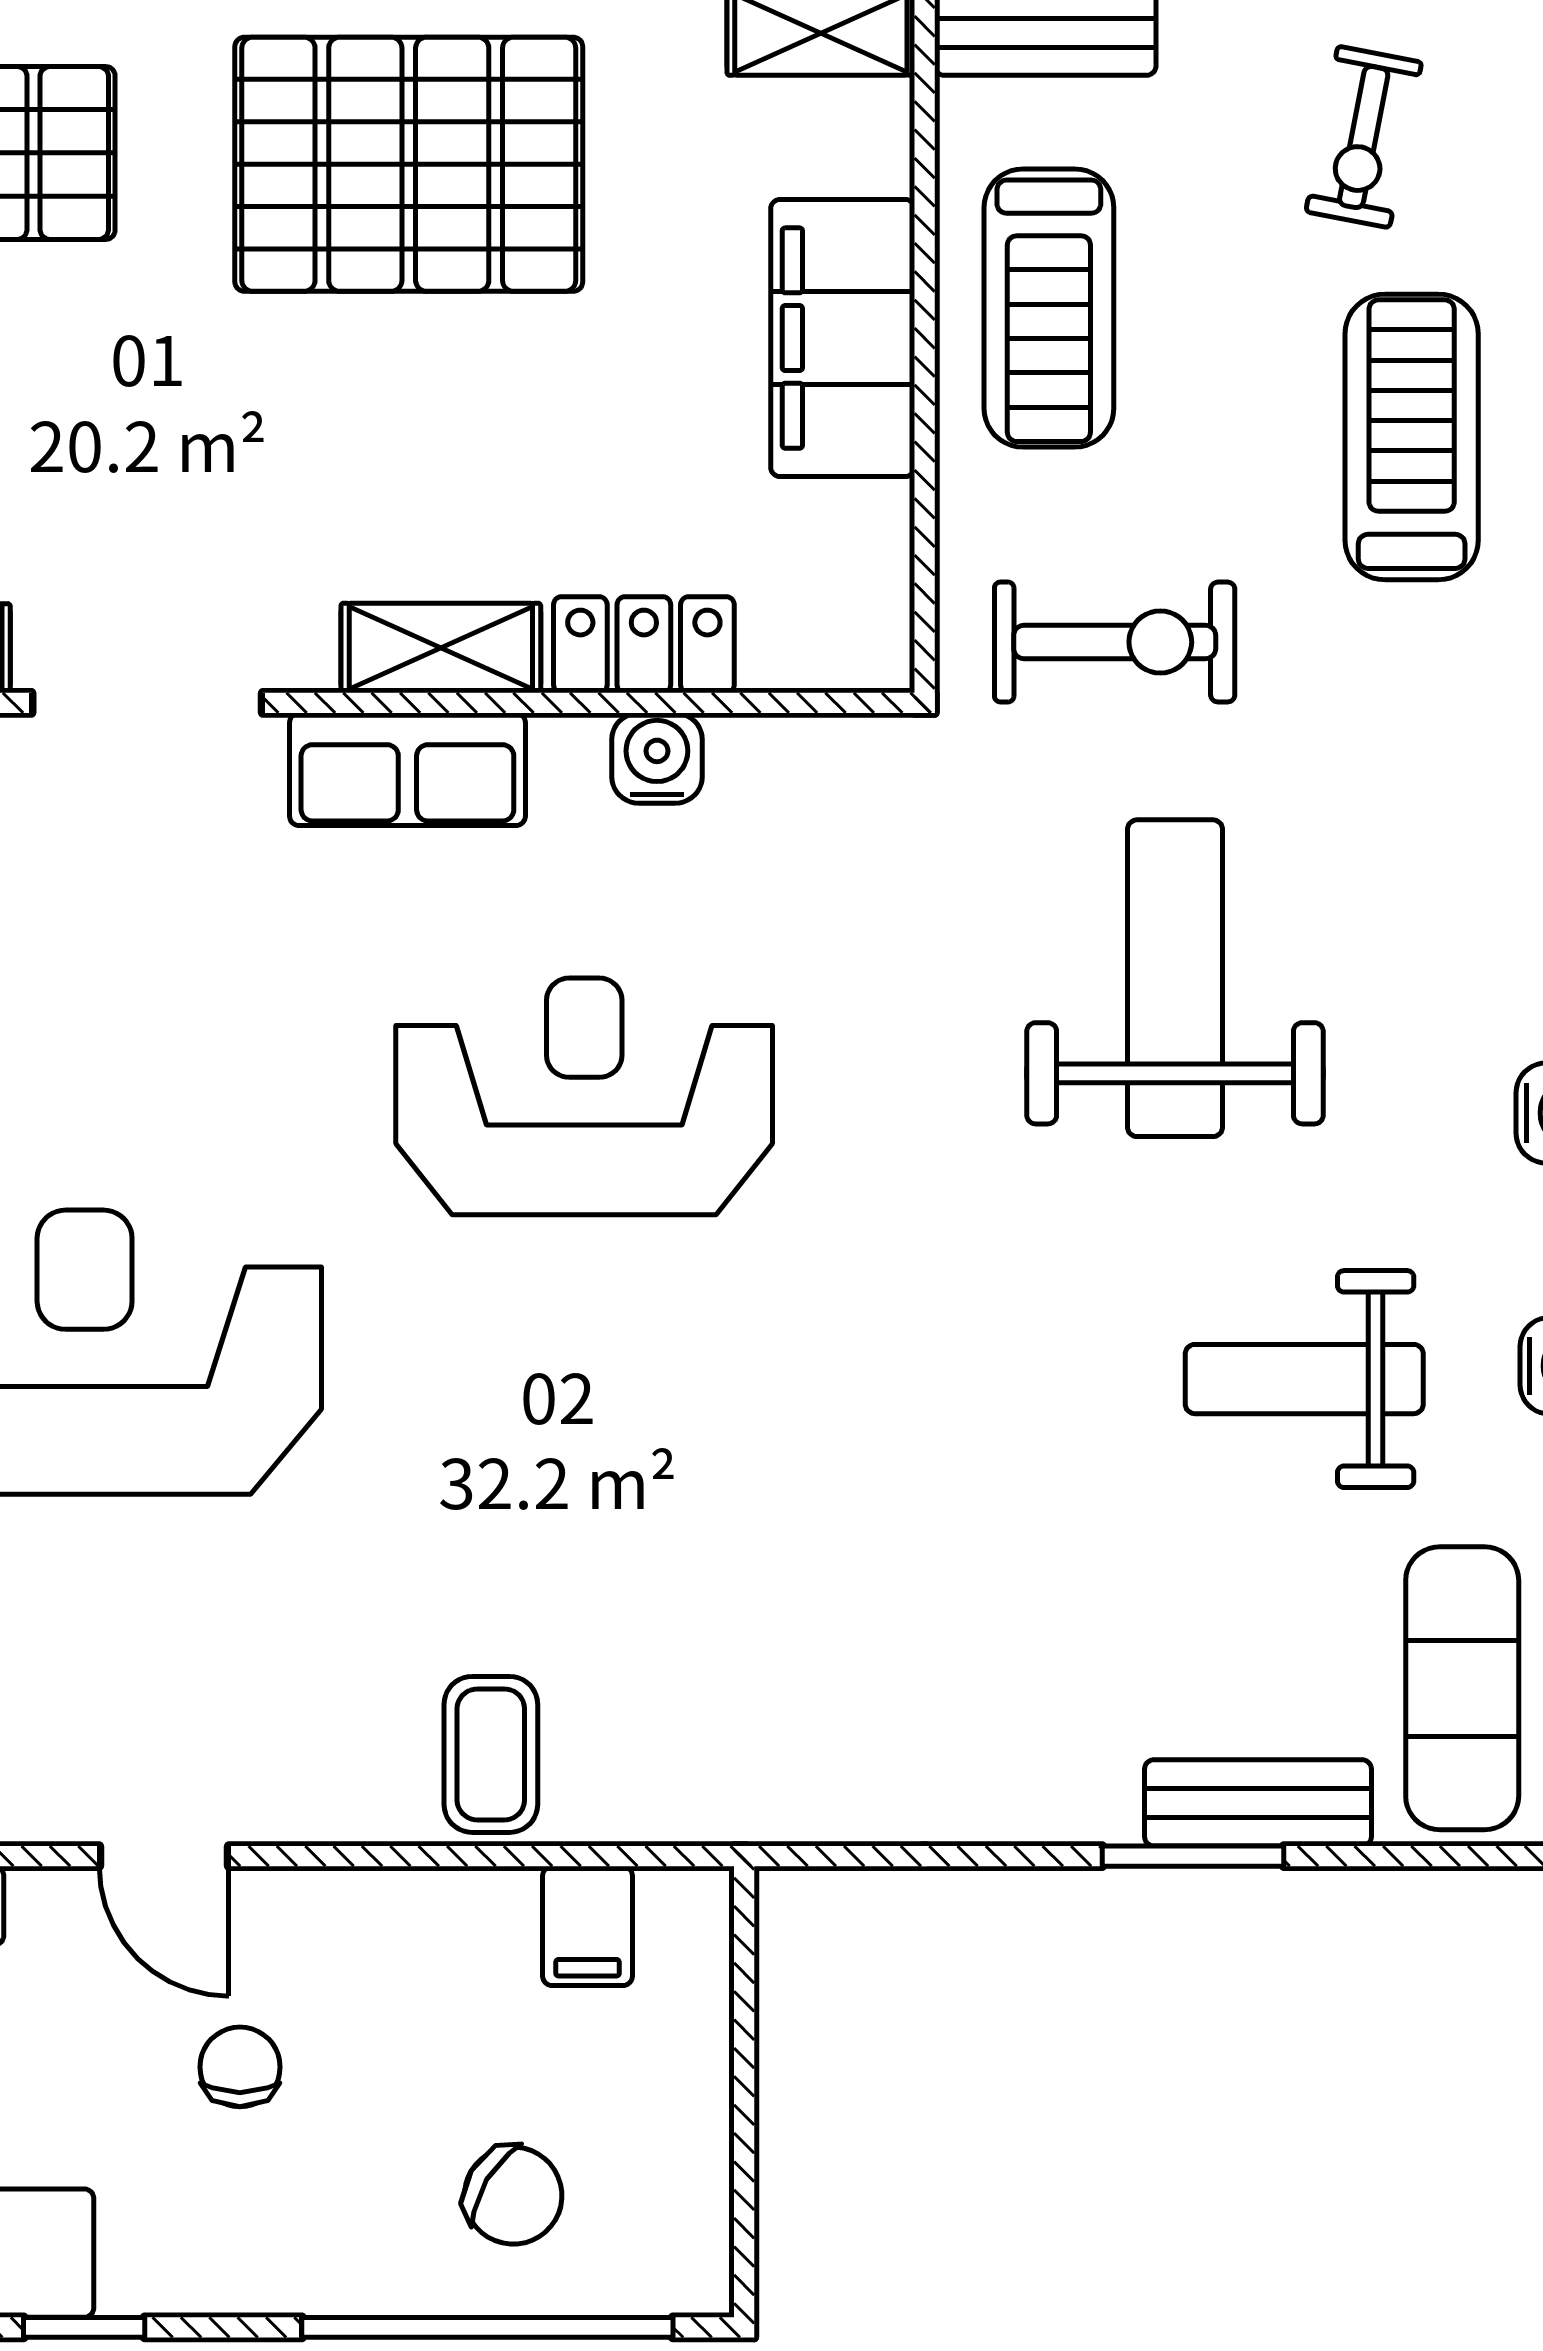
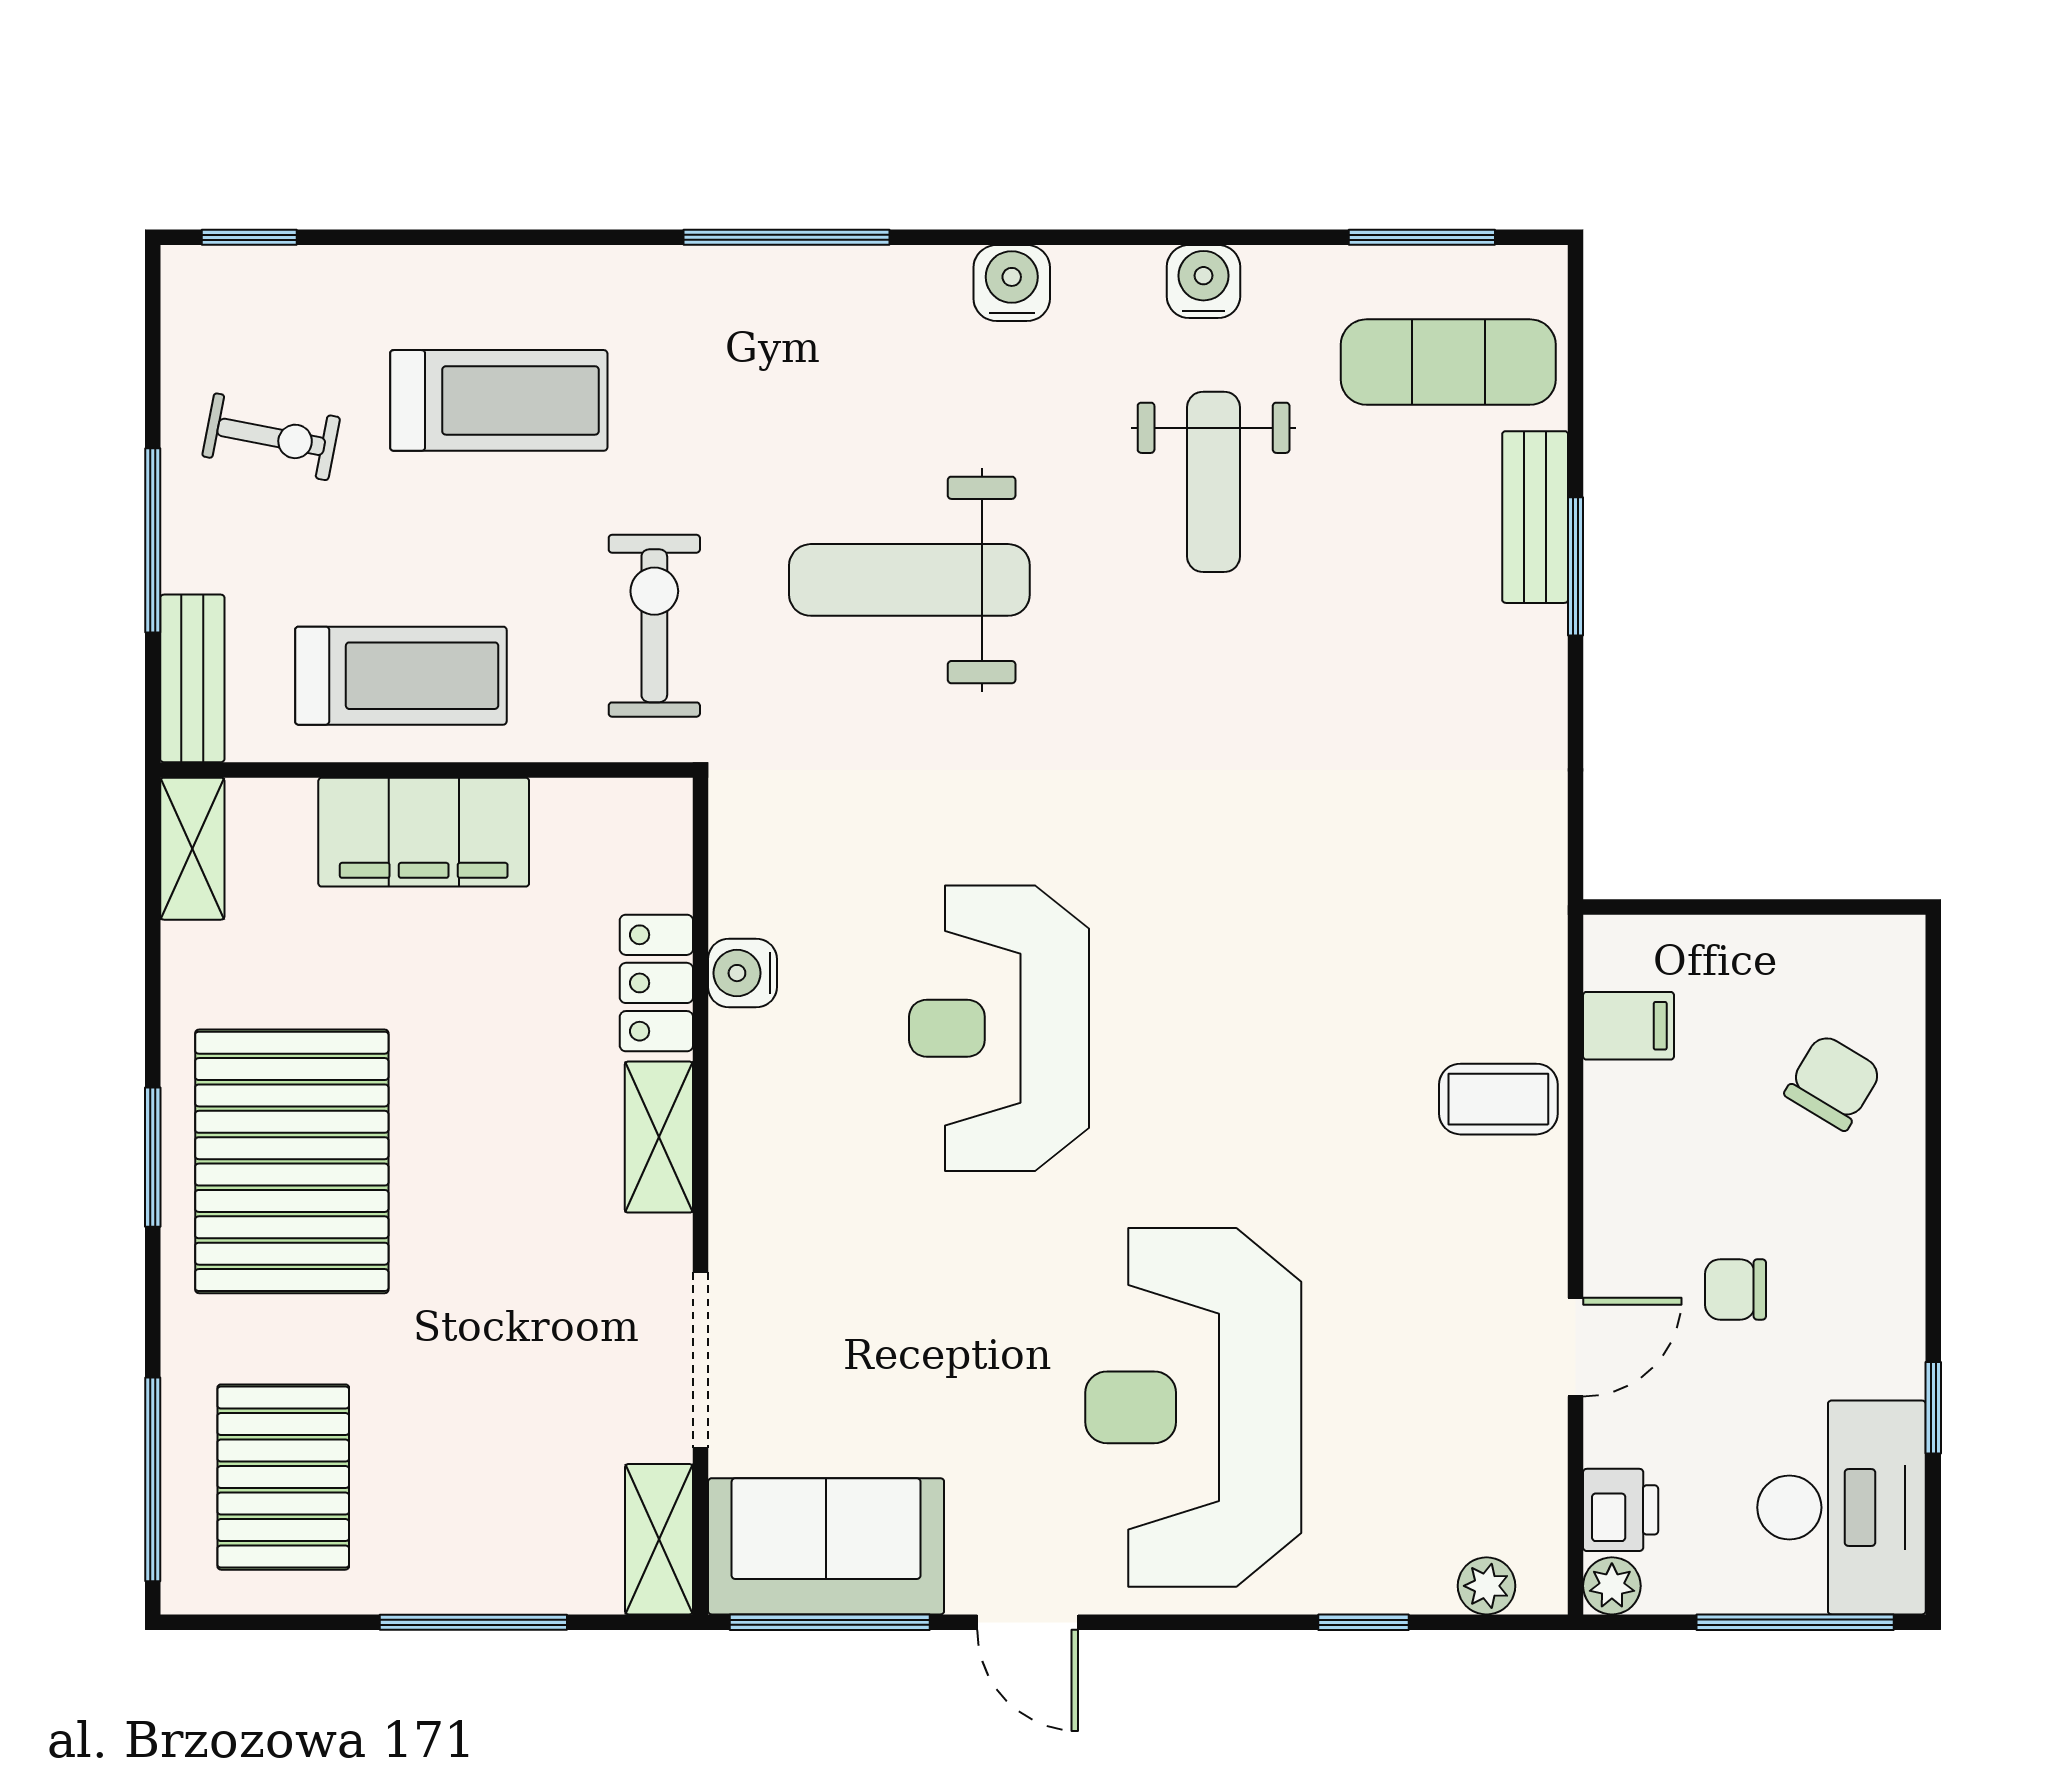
treadmill: (1412, 437) -> (499, 400), turned 180
row of seats: (407, 769) -> (751, 1162), removed
window: (487, 2327) -> (1933, 1102), removed

